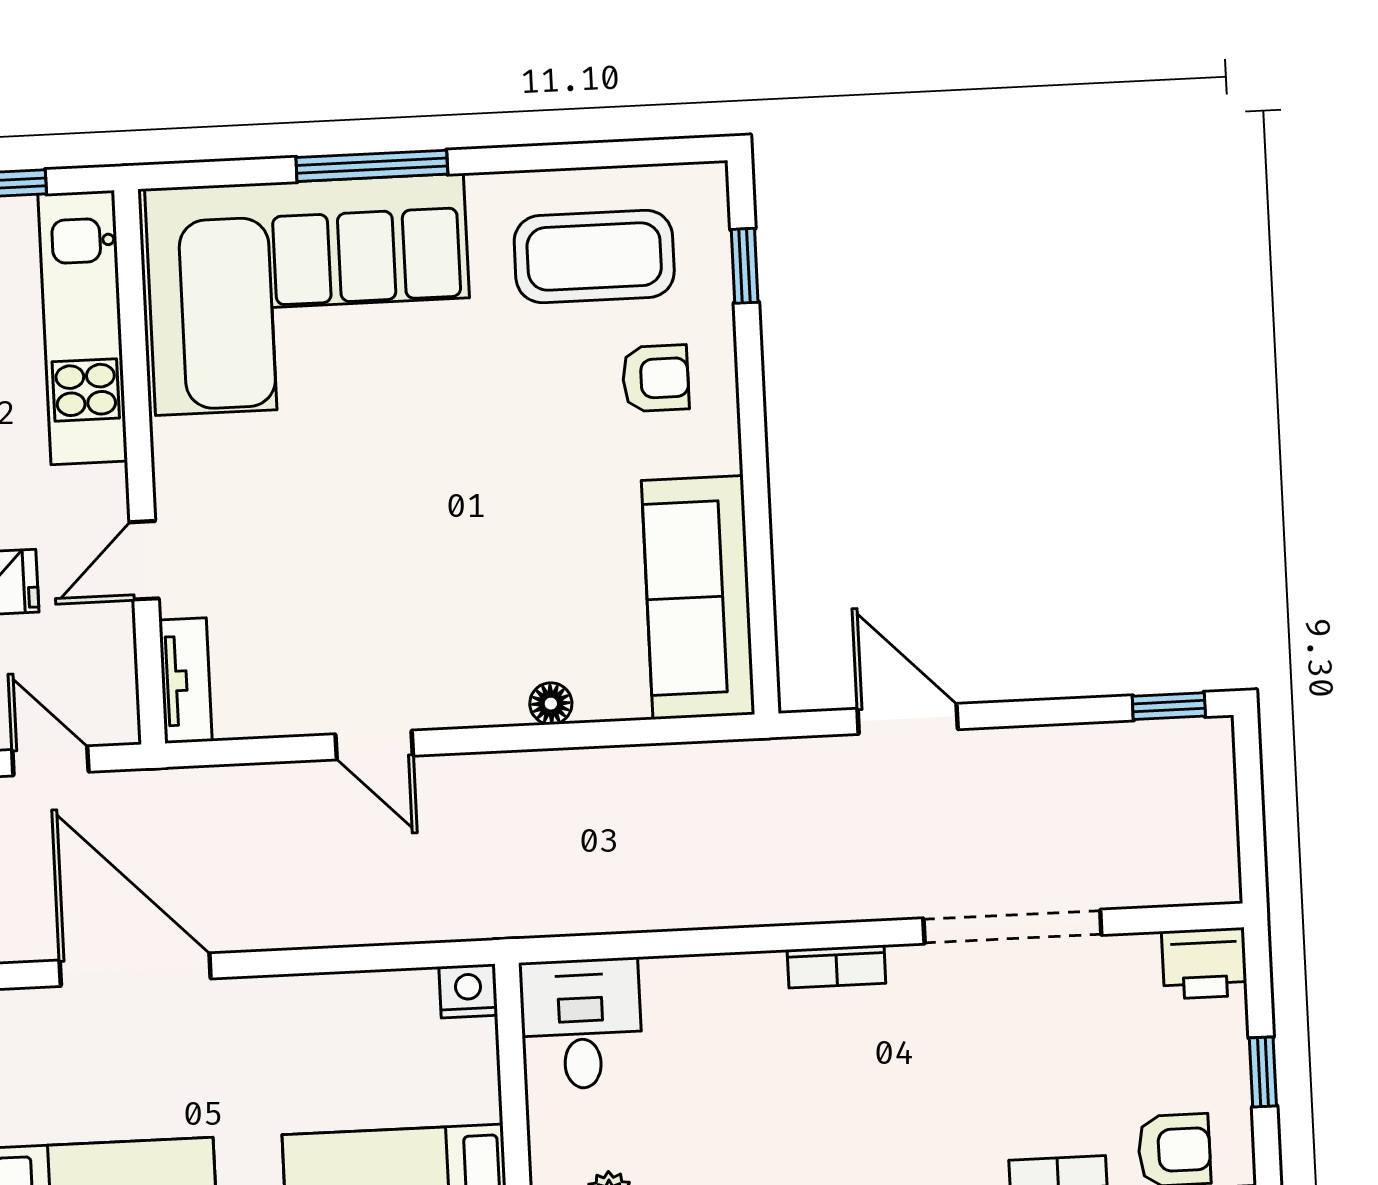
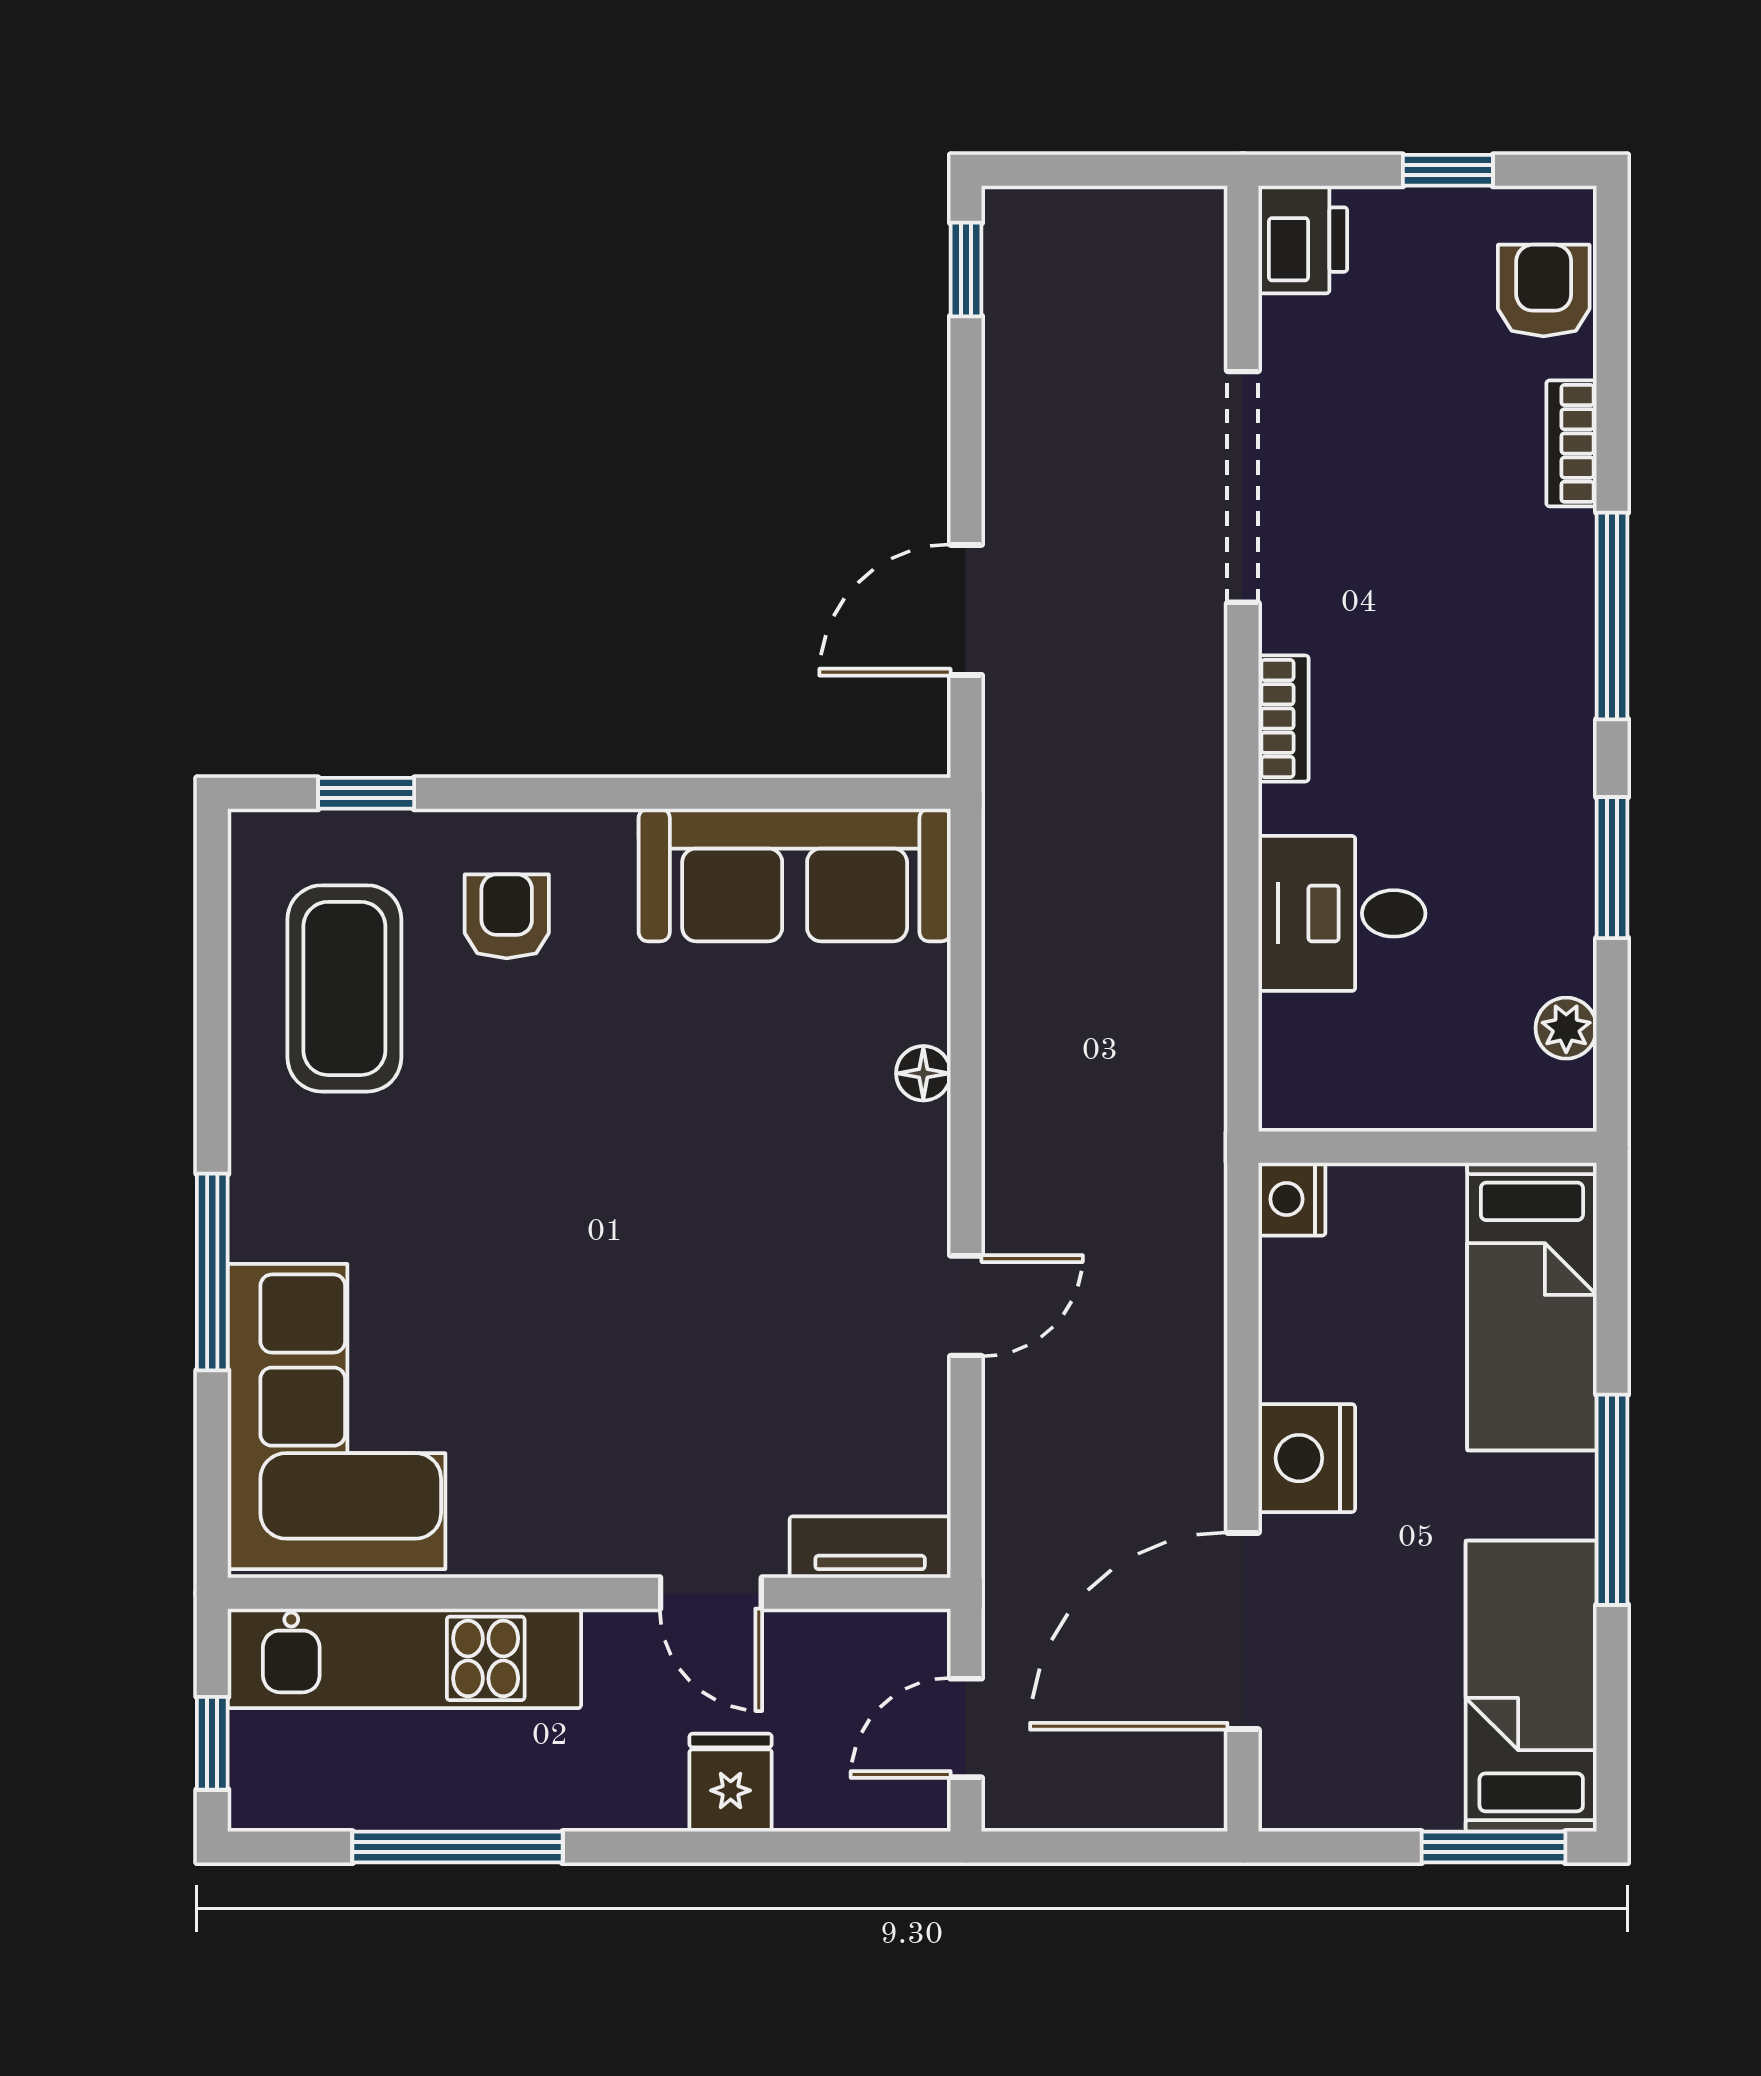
corner sofa: (309, 294) -> (337, 1417), width x0.73, depth x0.74
nightstand: (270, 1012) -> (1307, 1458), added
desk: (581, 1024) -> (1342, 913), moved

